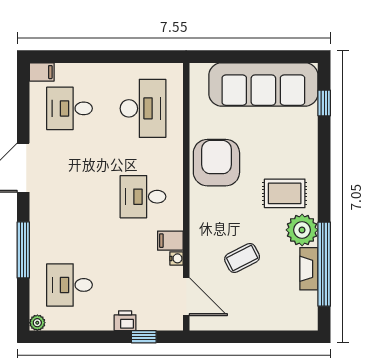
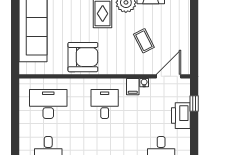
armchair: (216, 163) -> (83, 57), turned 180
desk: (143, 197) -> (105, 104), turned 180
printer: (125, 321) -> (181, 116), width x1.87, depth x1.48

